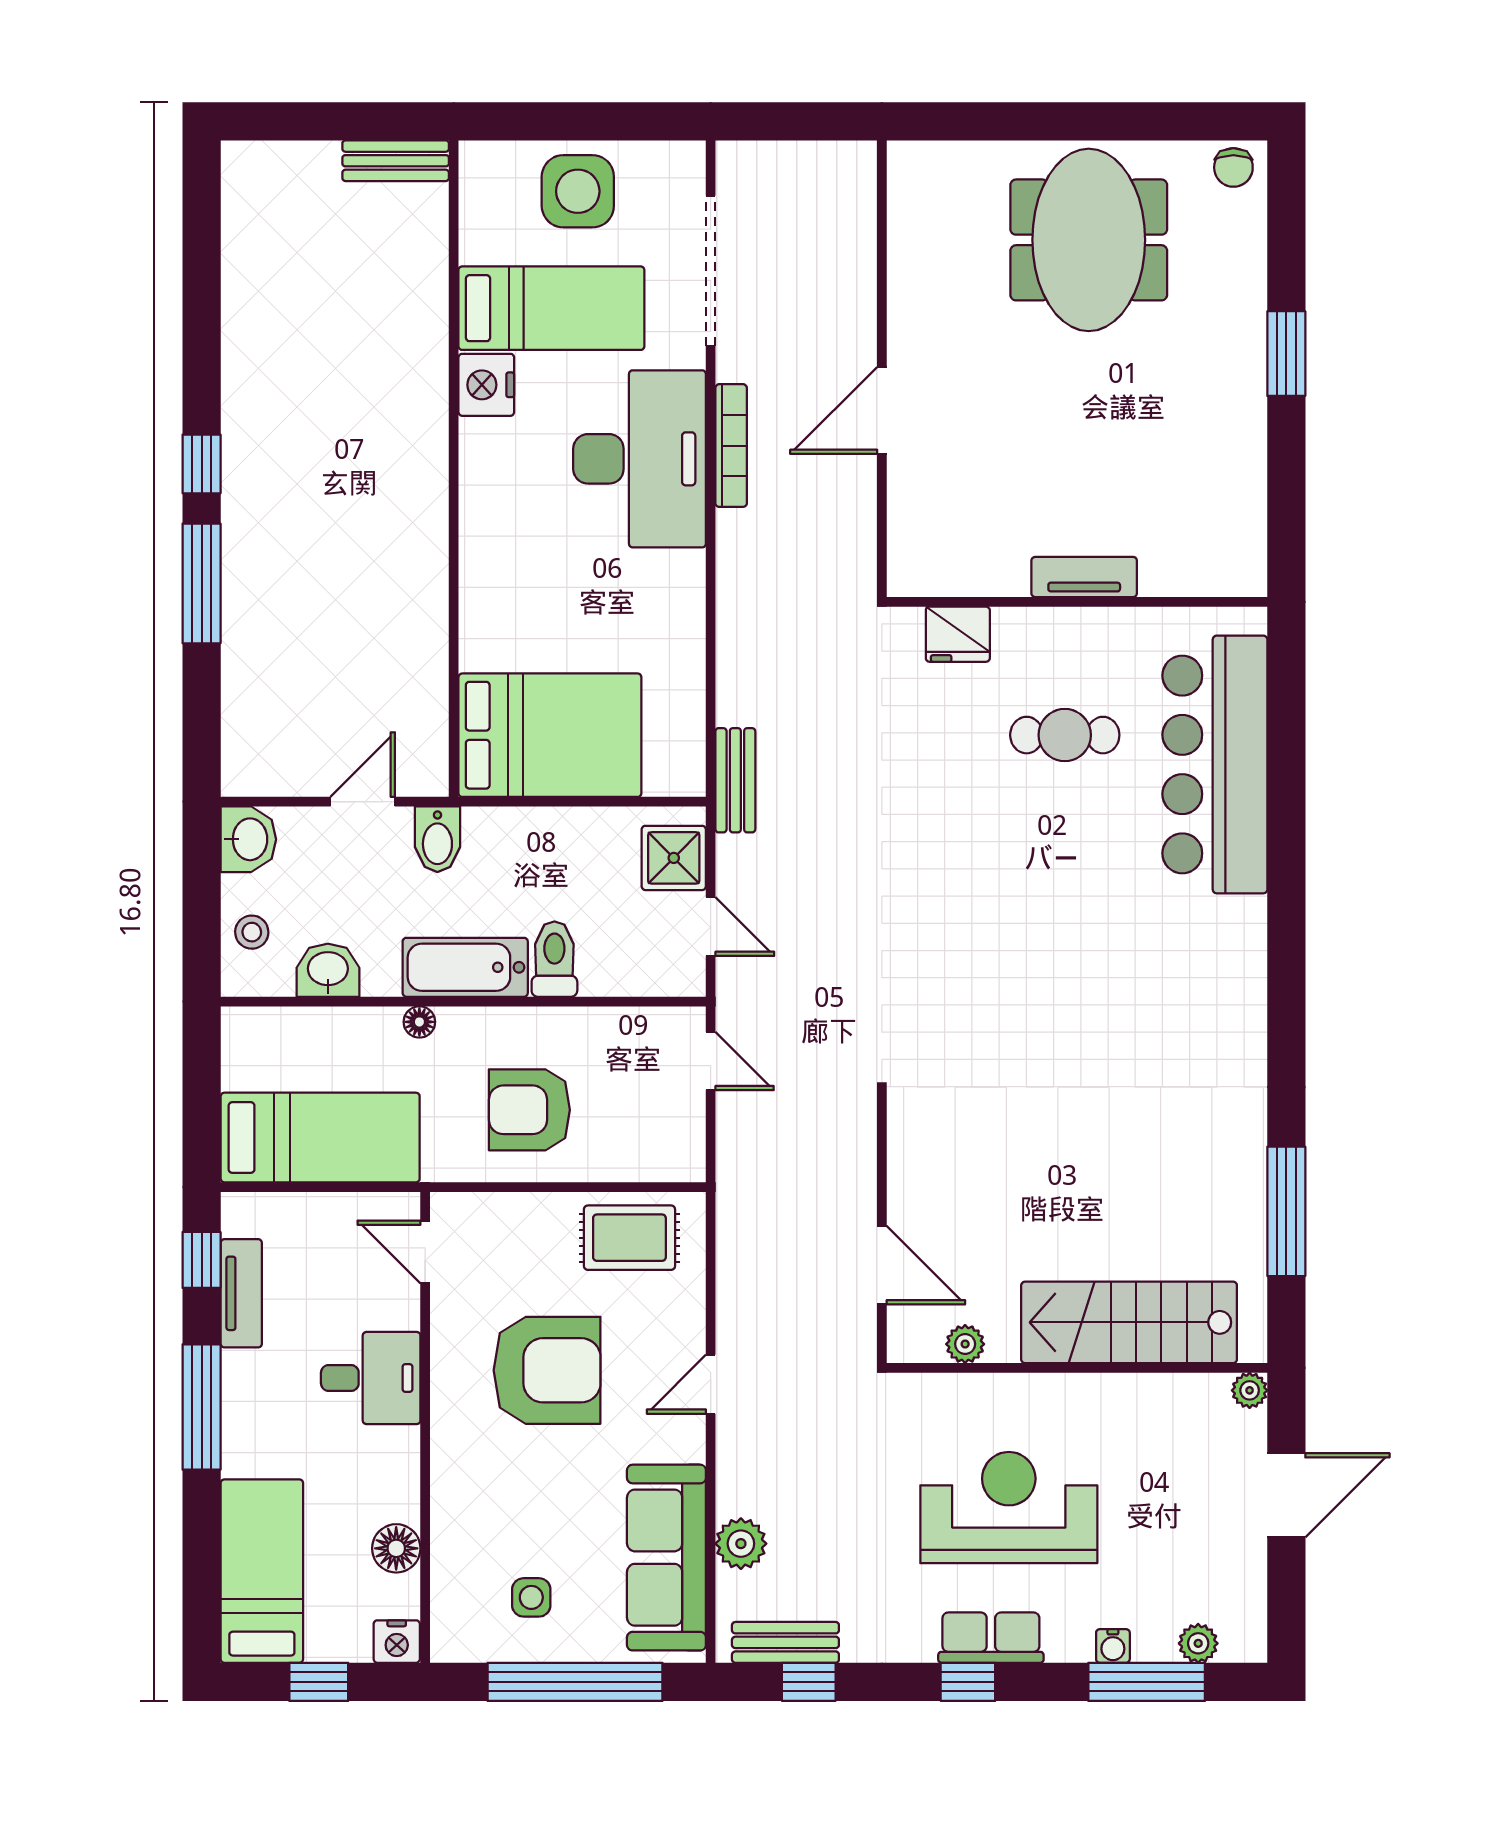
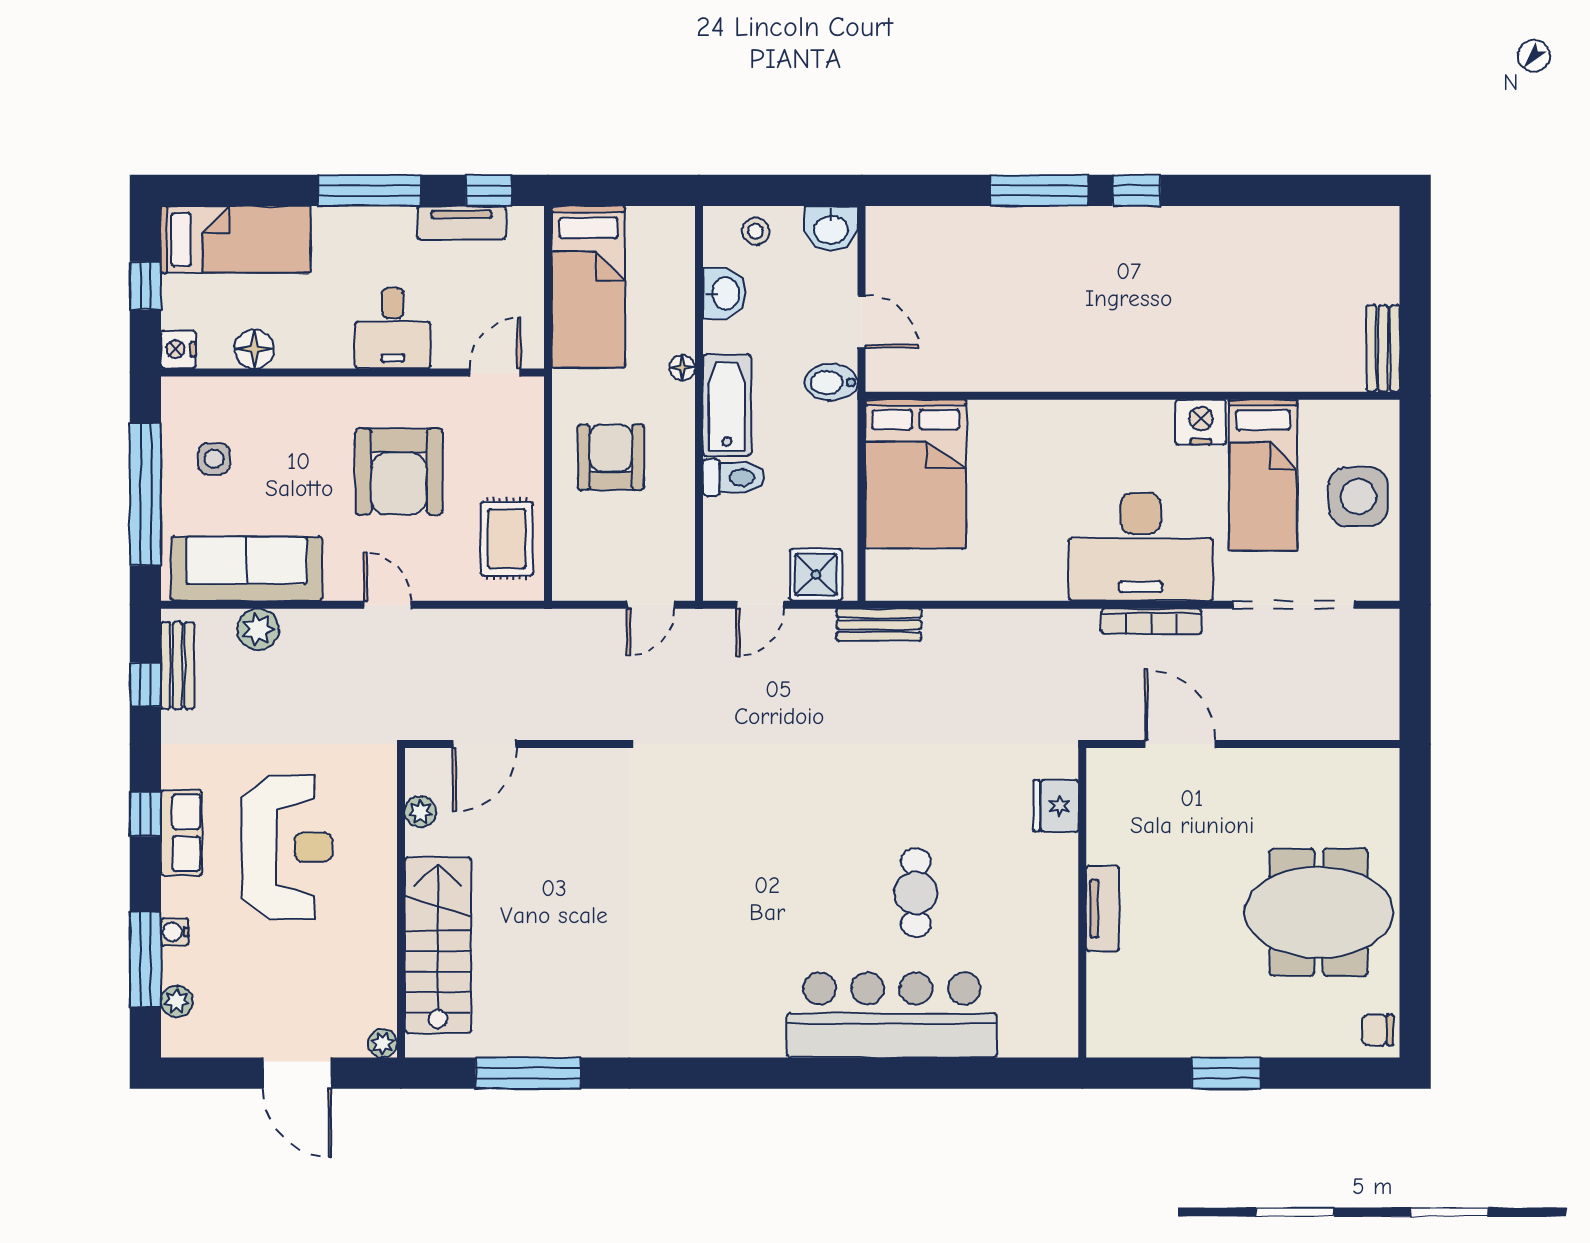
tv unit: (1084, 577) -> (1102, 909), moved
wall: (1077, 602) -> (1082, 903), moved
fridge: (958, 634) -> (1056, 806), moved

